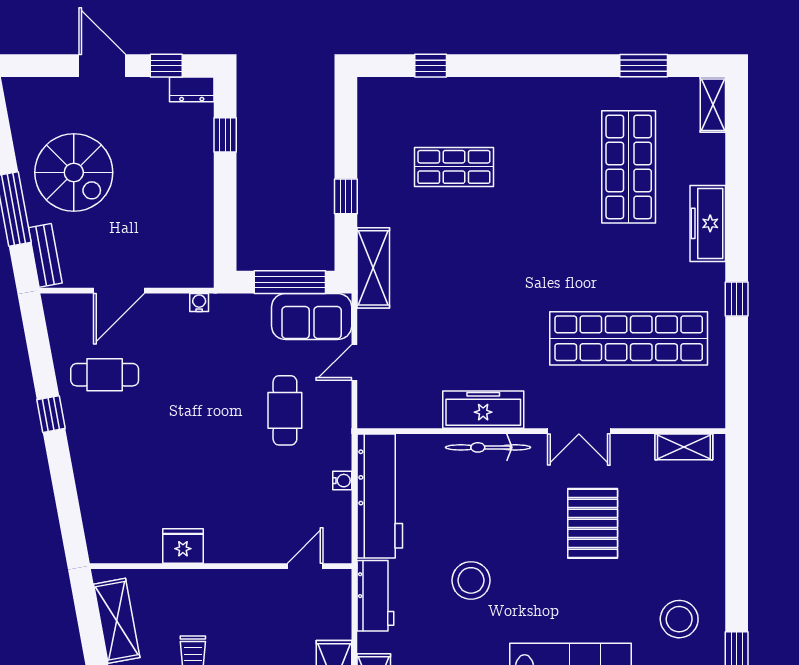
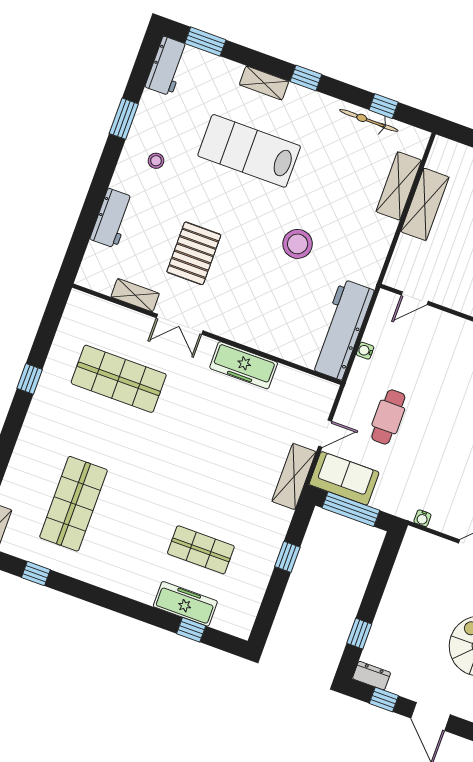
window: (644, 66) -> (36, 574), width x0.67
freezer: (708, 223) -> (185, 604), moved, turned -90
shelving: (373, 268) -> (294, 477), moved
shop shelf: (629, 338) -> (119, 379), width x0.71
double door: (579, 431) -> (180, 324), swing flipped
bicycle: (488, 447) -> (250, 336), removed
shelving: (684, 447) -> (135, 295), moved
workbench: (375, 596) -> (112, 218), moved, turned 180
stool: (679, 619) -> (156, 161), width x0.53, depth x0.53

